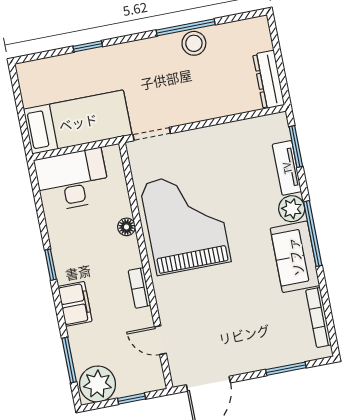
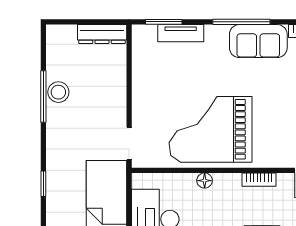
plant: (292, 209) -> (217, 36), removed

